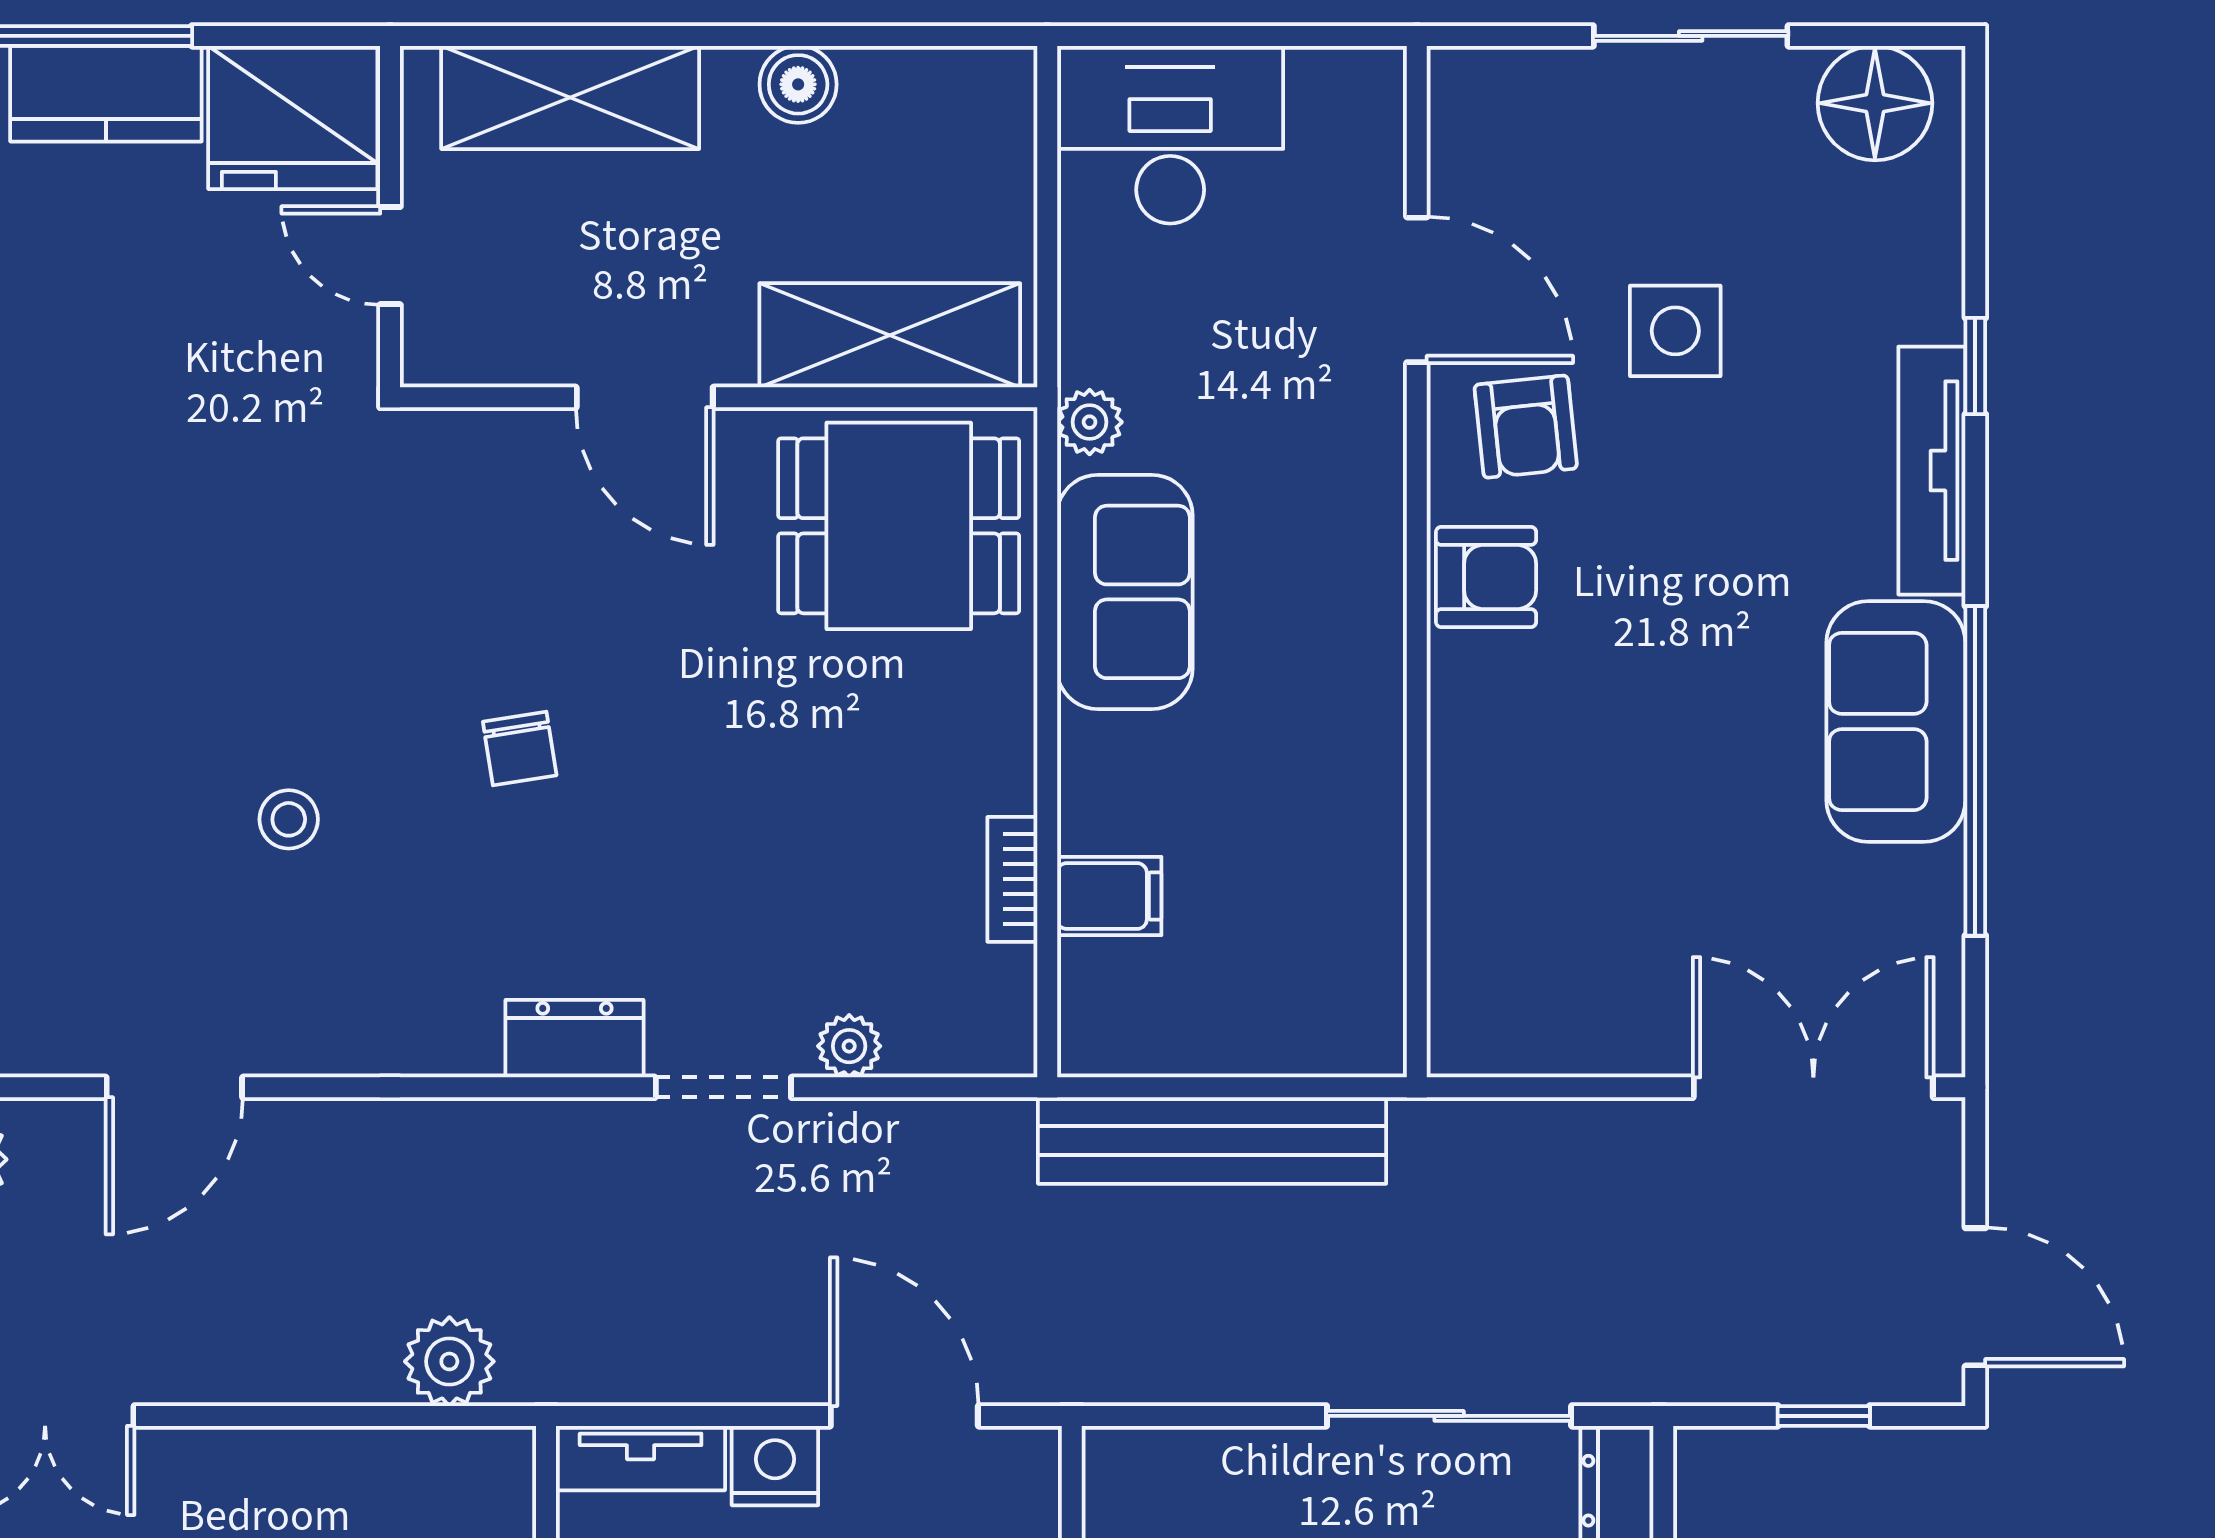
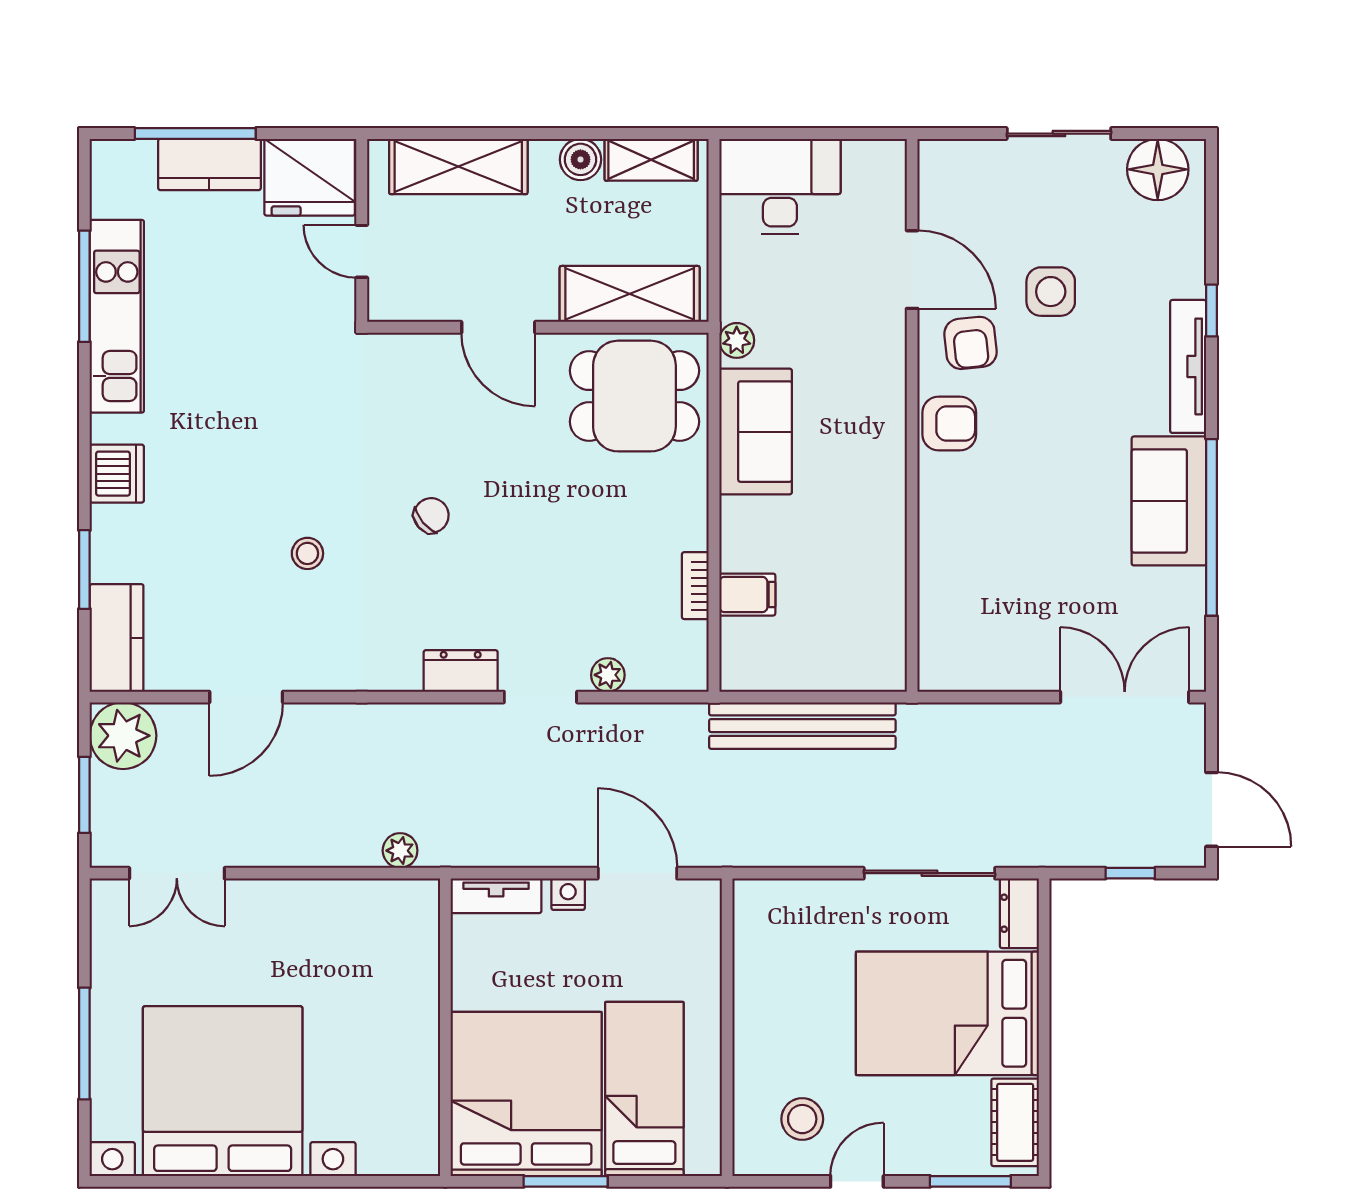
shelving: (930, 85) -> (651, 160), added
chair: (520, 749) -> (431, 515), turned -121
plant: (449, 1361) -> (400, 851), width x0.73, depth x0.73
nightstand: (775, 1466) -> (568, 894), width x0.72, depth x0.74

